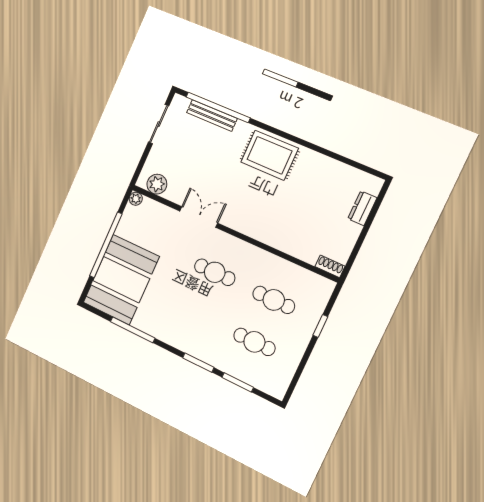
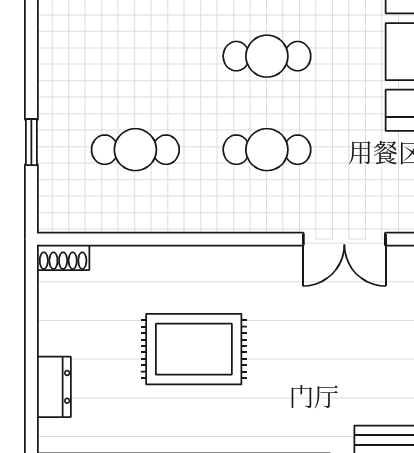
rug: (270, 155) -> (194, 349), moved
cafe table: (254, 342) -> (267, 56), moved

